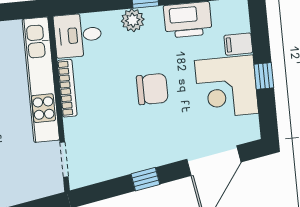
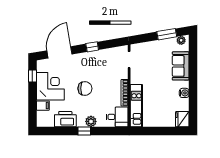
window: (264, 76) -> (32, 76), moved
kitchen unit: (41, 80) -> (136, 106), width x0.73
chair: (152, 89) -> (85, 88), turned 180

